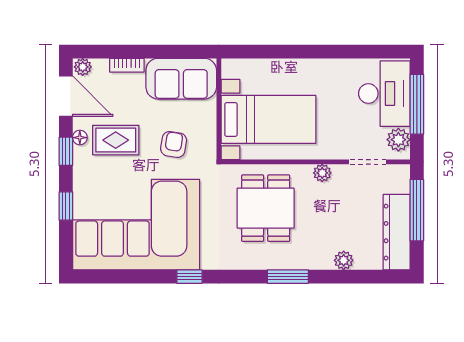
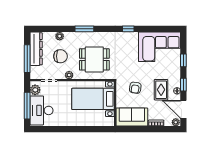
rug: (116, 140) -> (161, 90), turned 90
dining table: (266, 208) -> (94, 59), turned 90
chair: (342, 215) -> (61, 56), added
corner sofa: (136, 225) -> (160, 47), width x0.73, depth x0.74

